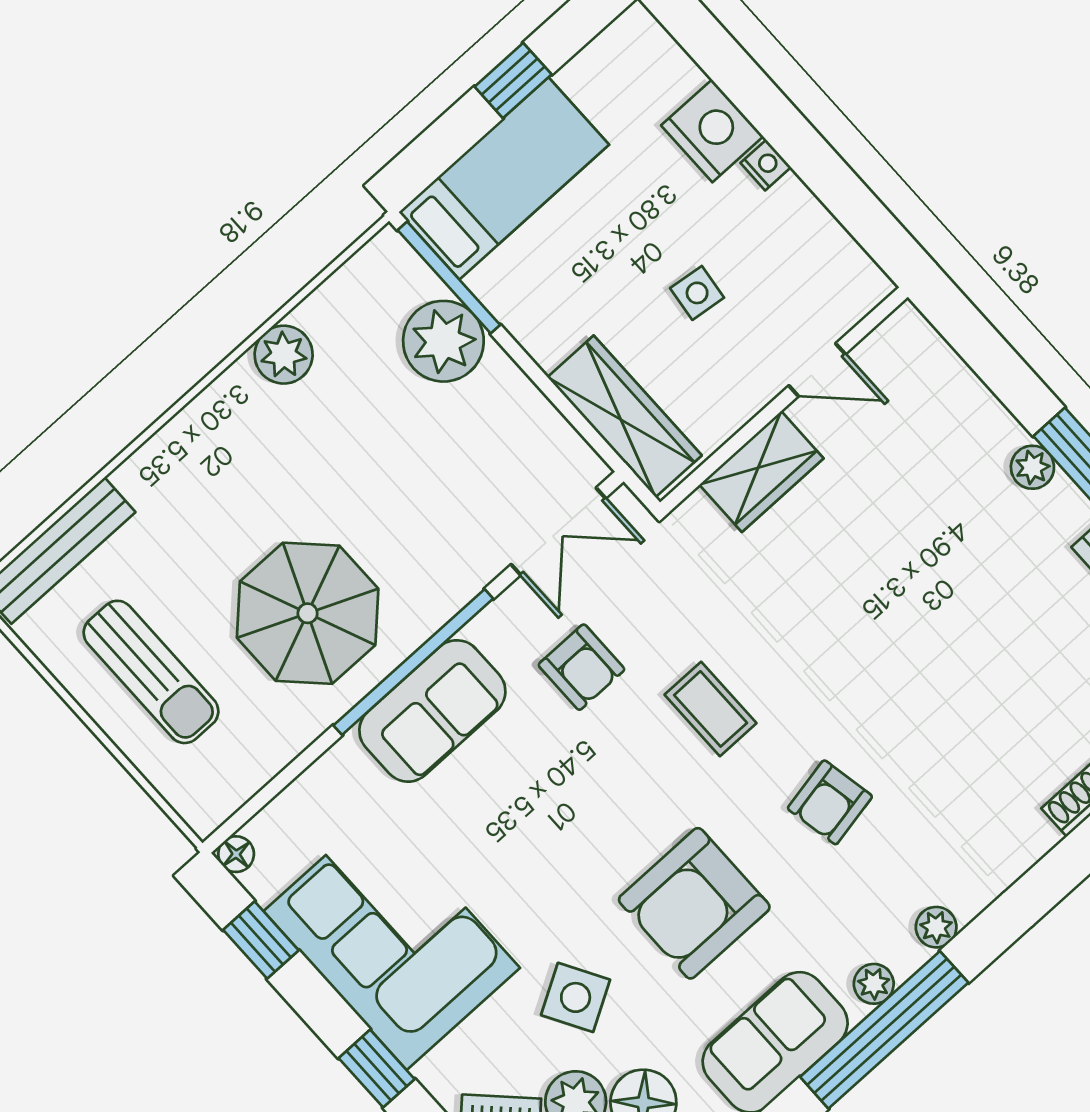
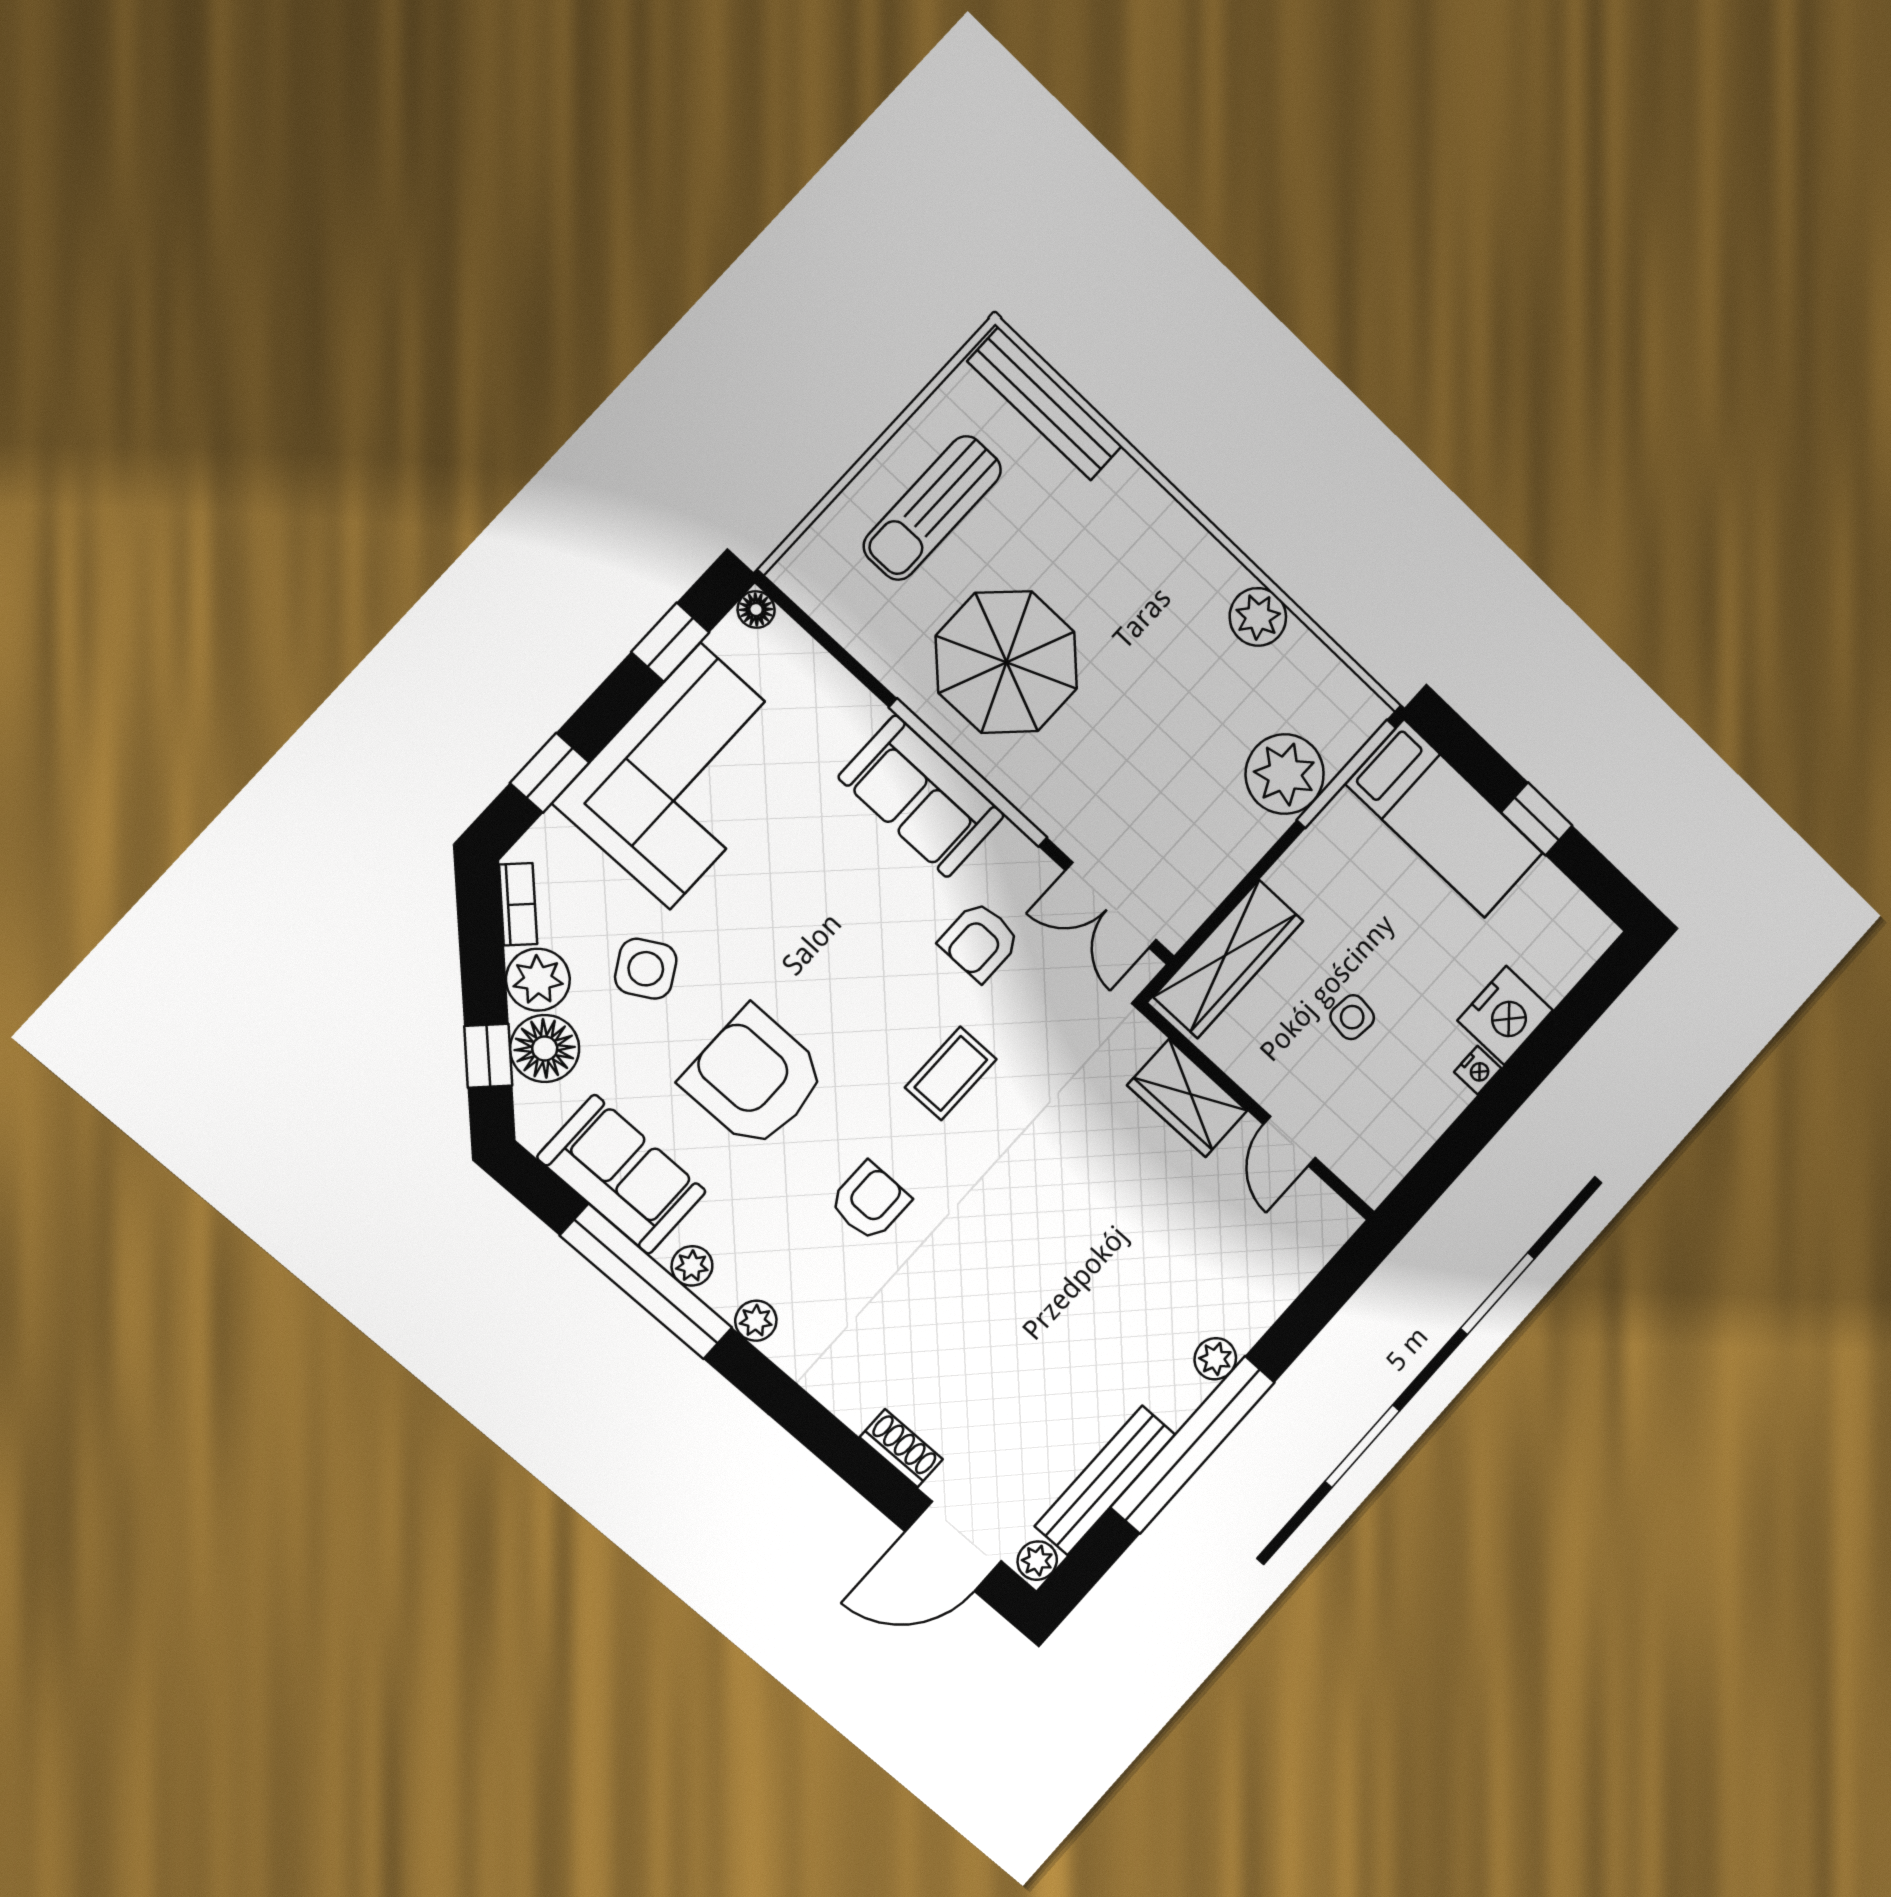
armchair: (830, 802) -> (870, 1201), turned 101

